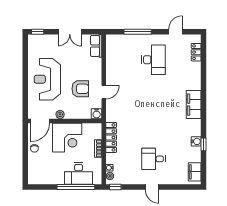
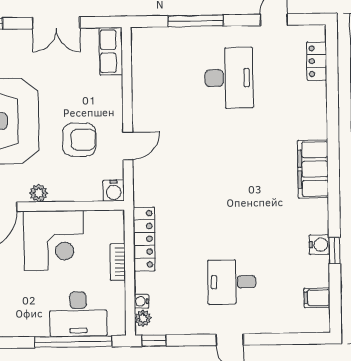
filing cabinet: (195, 172) -> (317, 298), width x0.50

